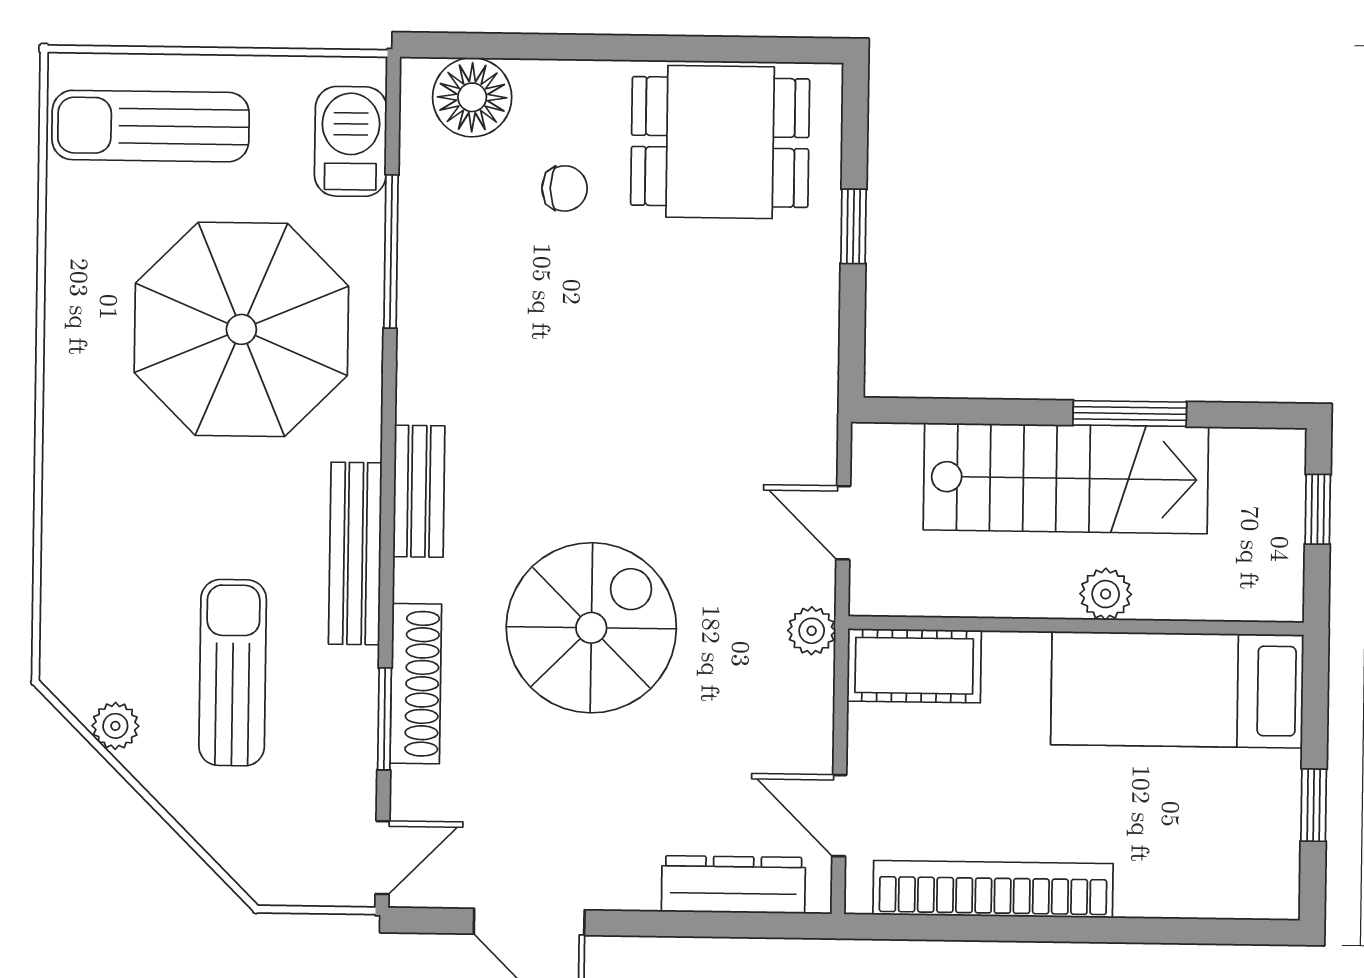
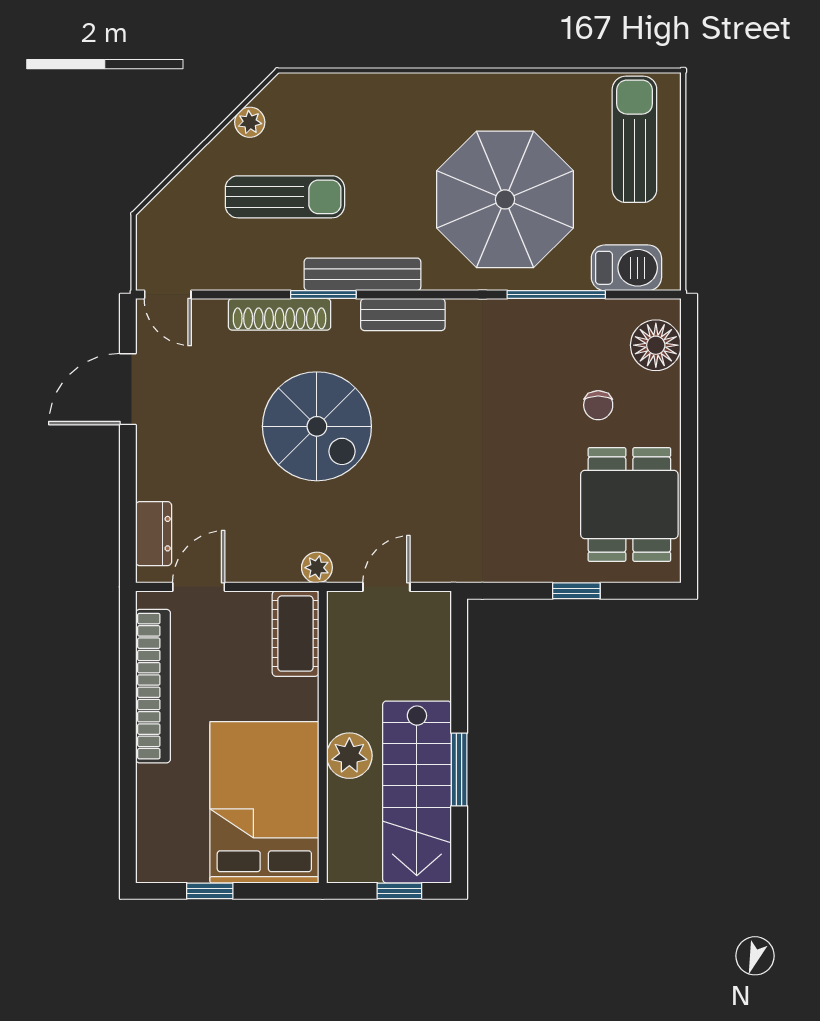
stairs: (1066, 478) -> (417, 792), moved
plant: (1106, 594) -> (349, 756), width x1.38, depth x1.38
bed: (1177, 690) -> (264, 802), width x1.50
window: (384, 719) -> (323, 295), moved
dresser: (733, 885) -> (154, 534), width x0.70

